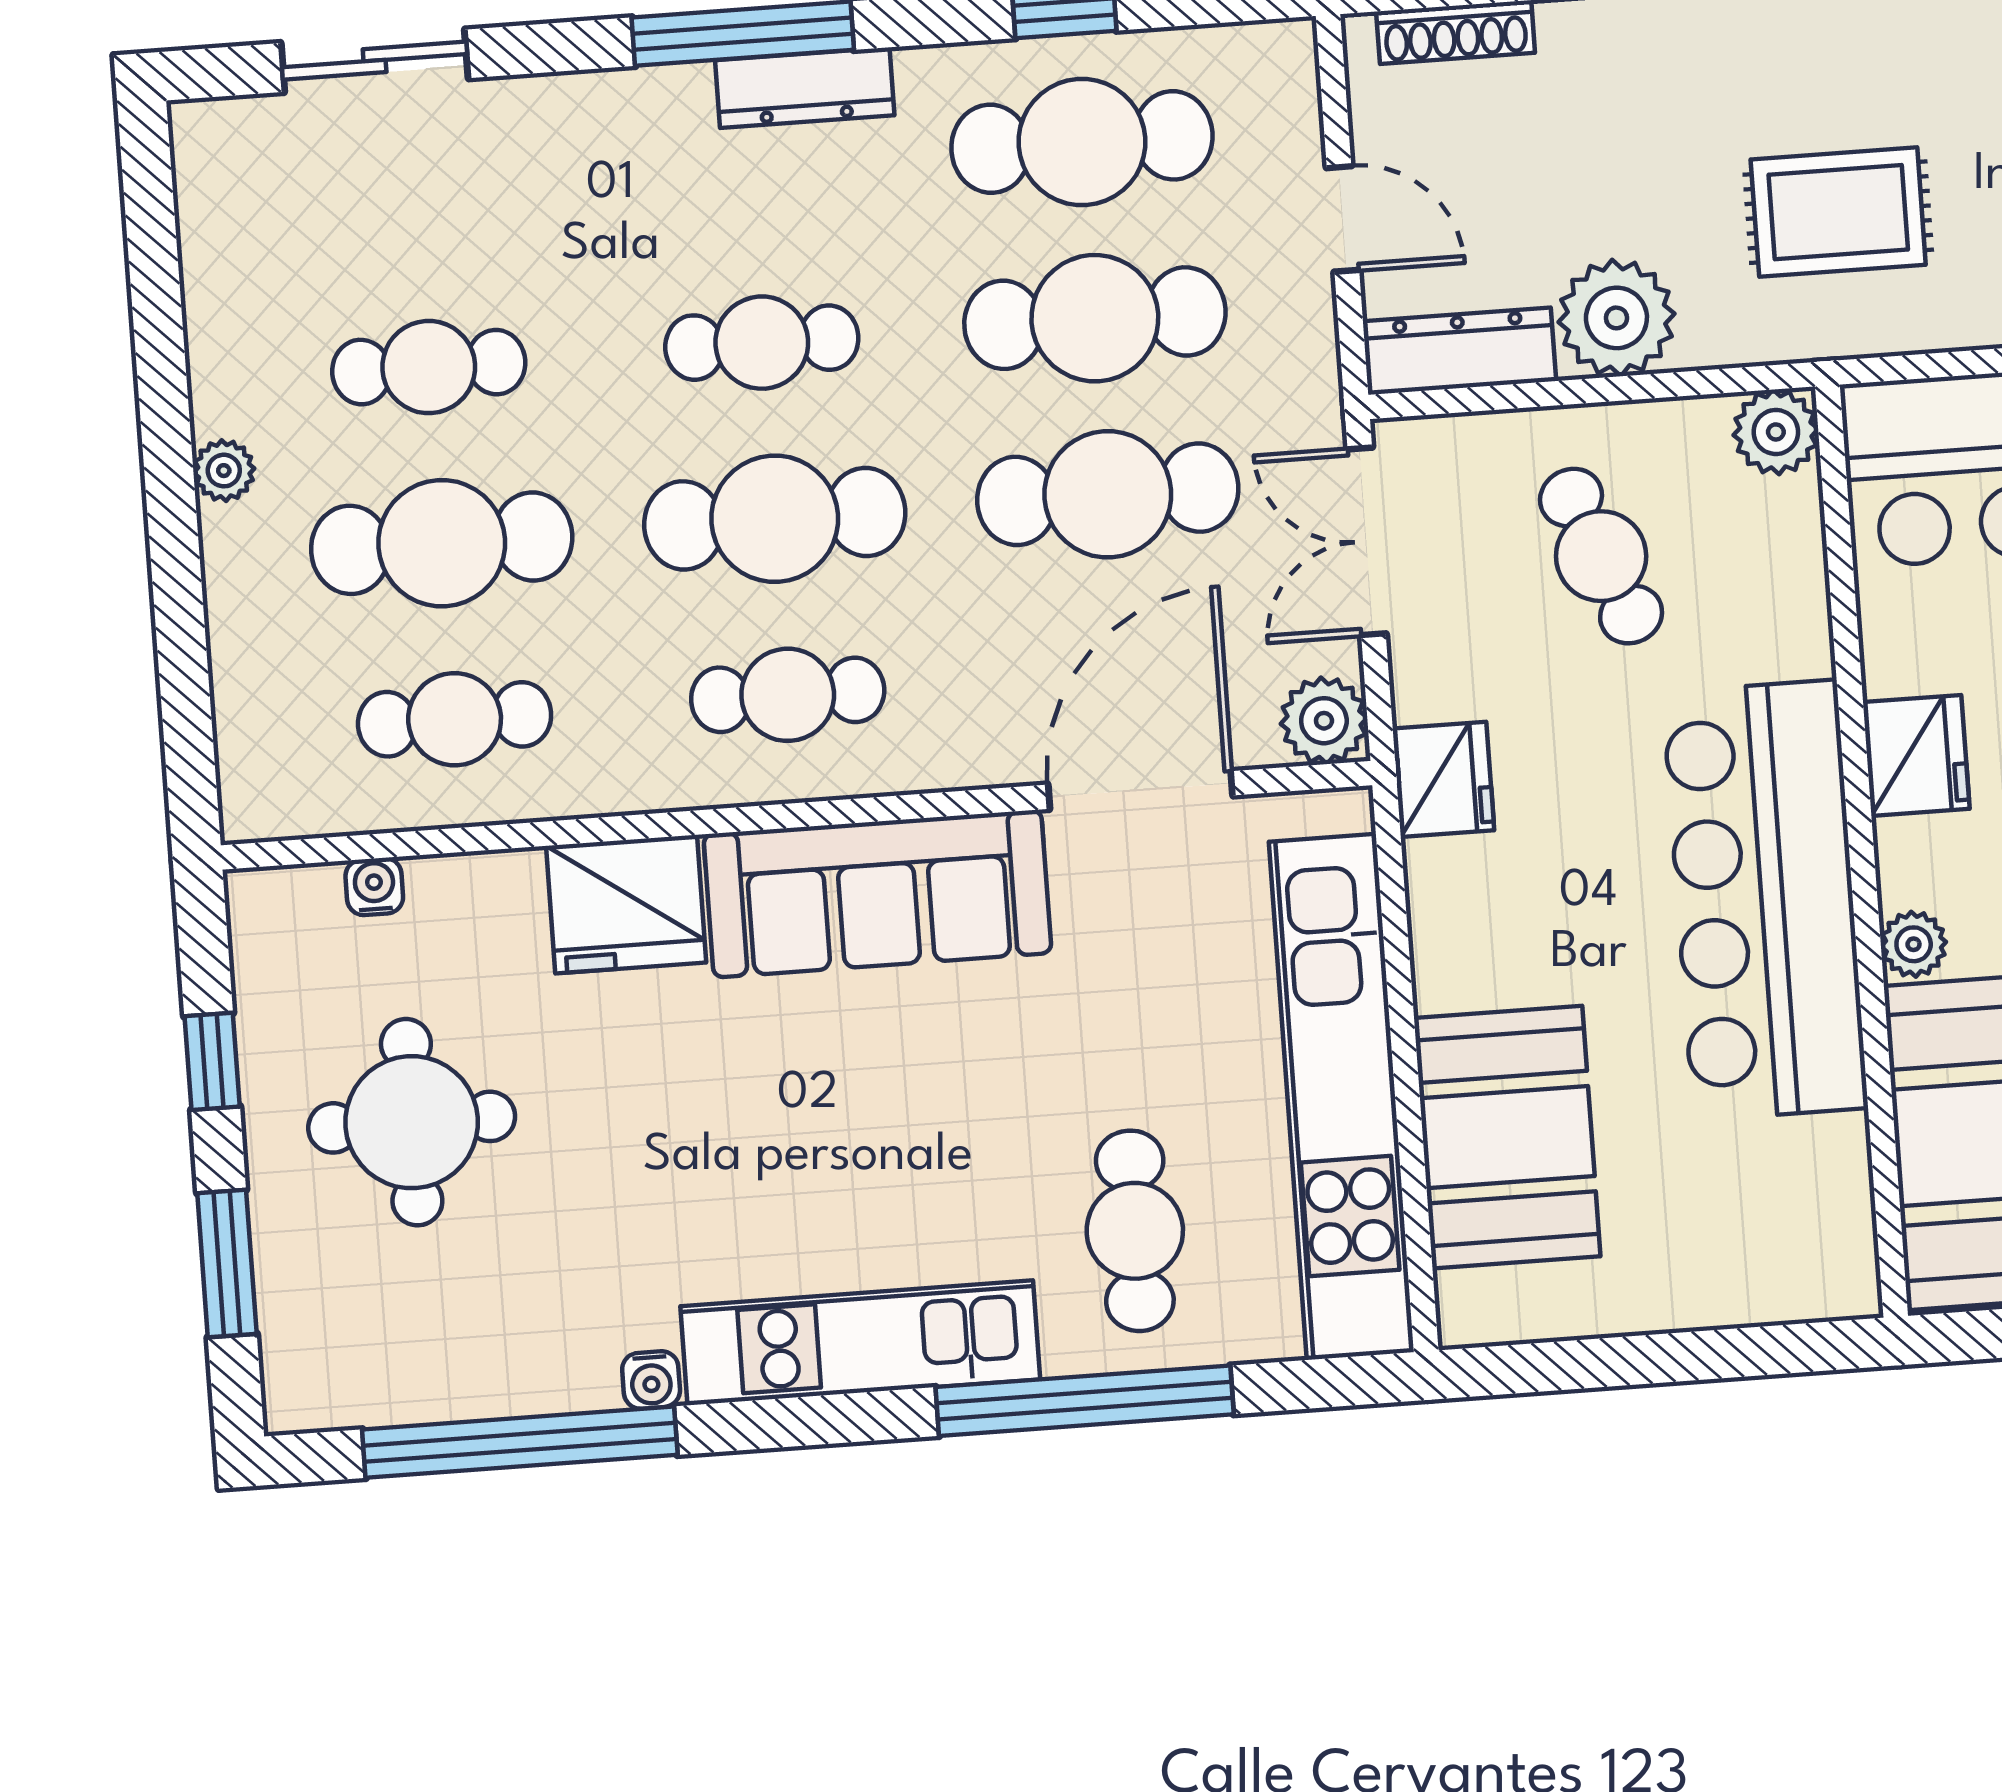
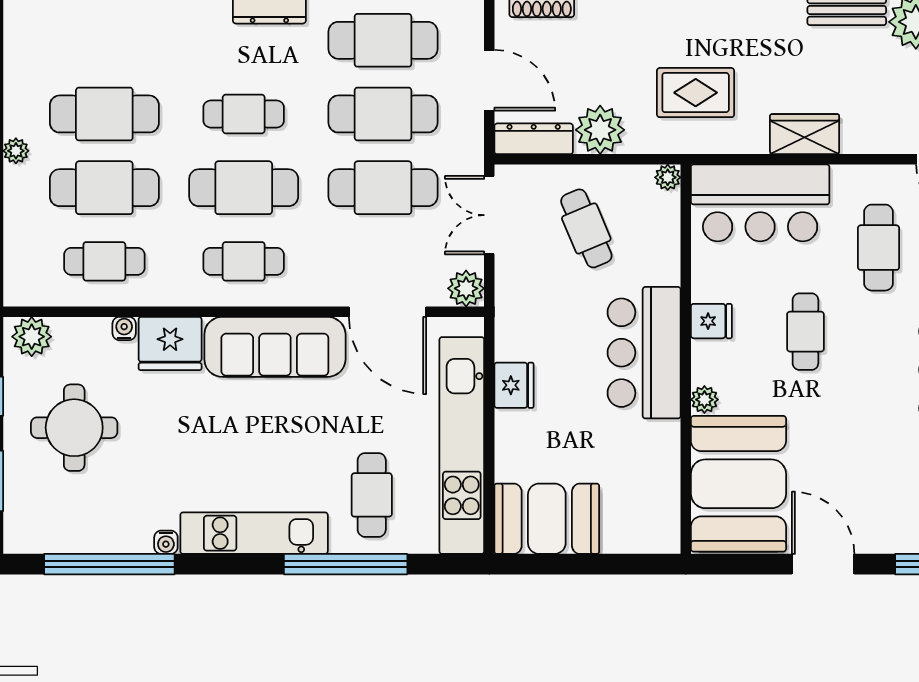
door: (1343, 219) -> (489, 80), width x1.38
cafe table: (429, 367) -> (104, 114), width x1.37, depth x1.35
plant: (1776, 432) -> (668, 177), width x0.73, depth x0.73
fridge: (1916, 755) -> (711, 321), width x0.72
fridge: (1443, 779) -> (514, 385), moved
door: (1140, 790) -> (388, 312), swing flipped
water cooler: (374, 887) -> (124, 328), moved
bar counter: (1765, 900) -> (644, 353), width x0.73
plant: (294, 912) -> (32, 337), added
booth: (1507, 1137) -> (547, 519), moved, turned 90

